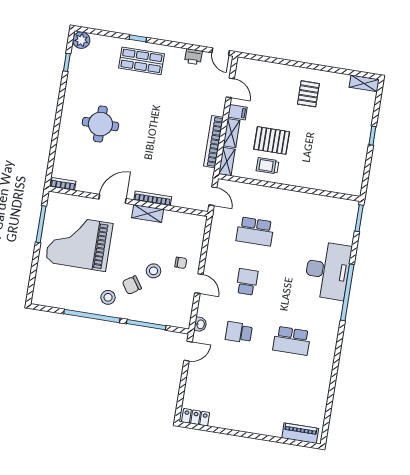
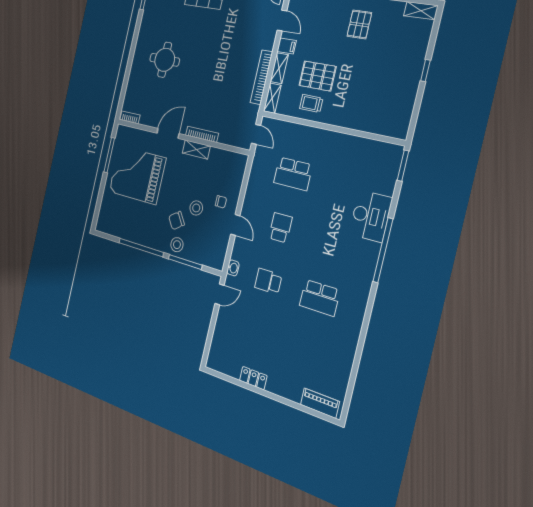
desk: (328, 270) -> (371, 216), width x0.73, depth x0.77
stool: (108, 297) -> (177, 245), moved
locker: (196, 417) -> (253, 378), moved

